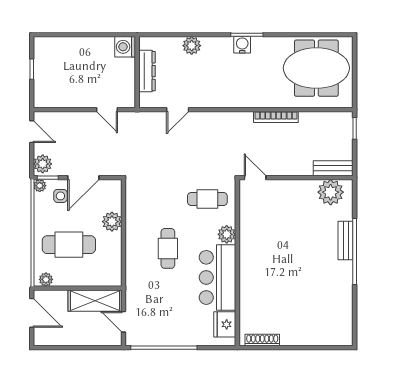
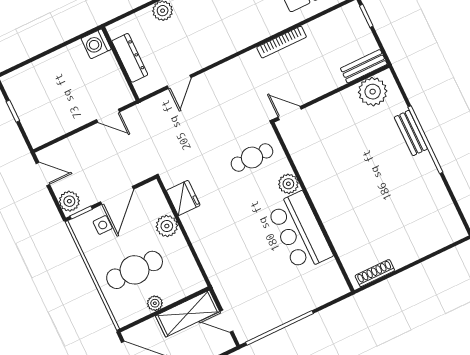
plant: (40, 186) -> (77, 224), removed
cafe table: (168, 248) -> (236, 226), removed
plant: (46, 279) -> (155, 303), moved
fridge: (225, 324) -> (183, 198), moved, turned 180

